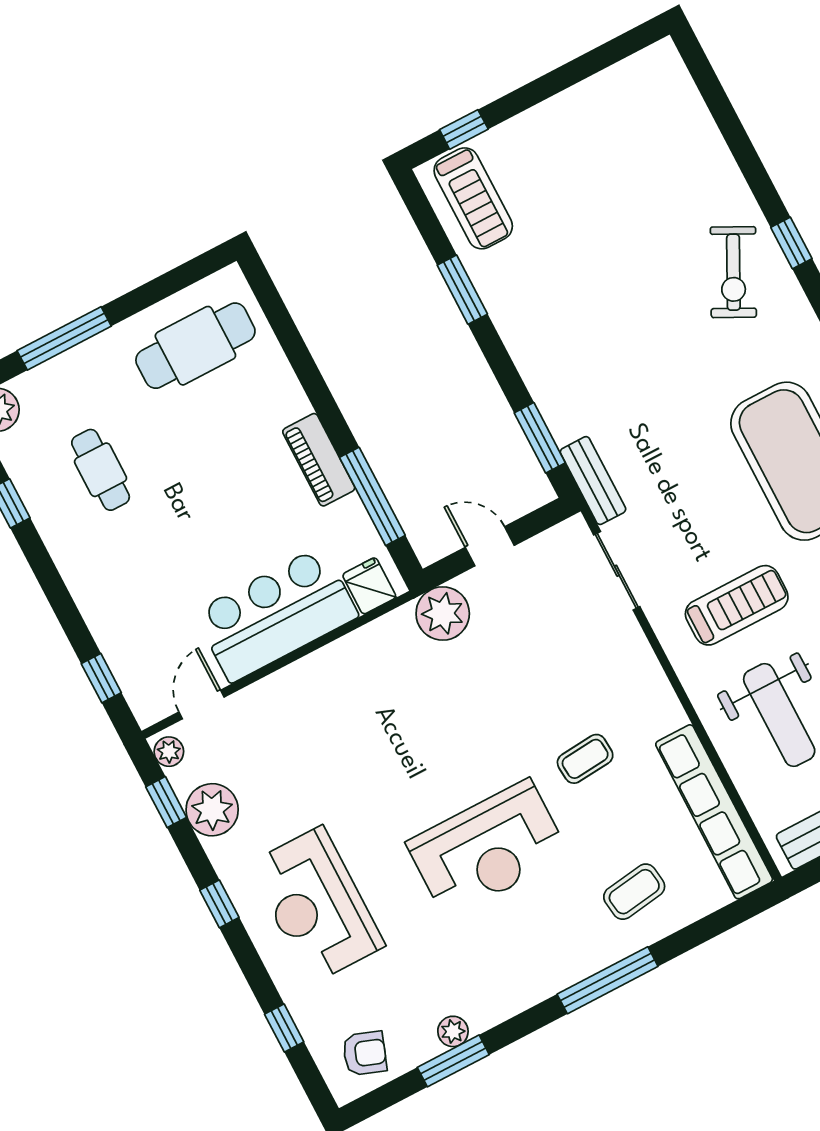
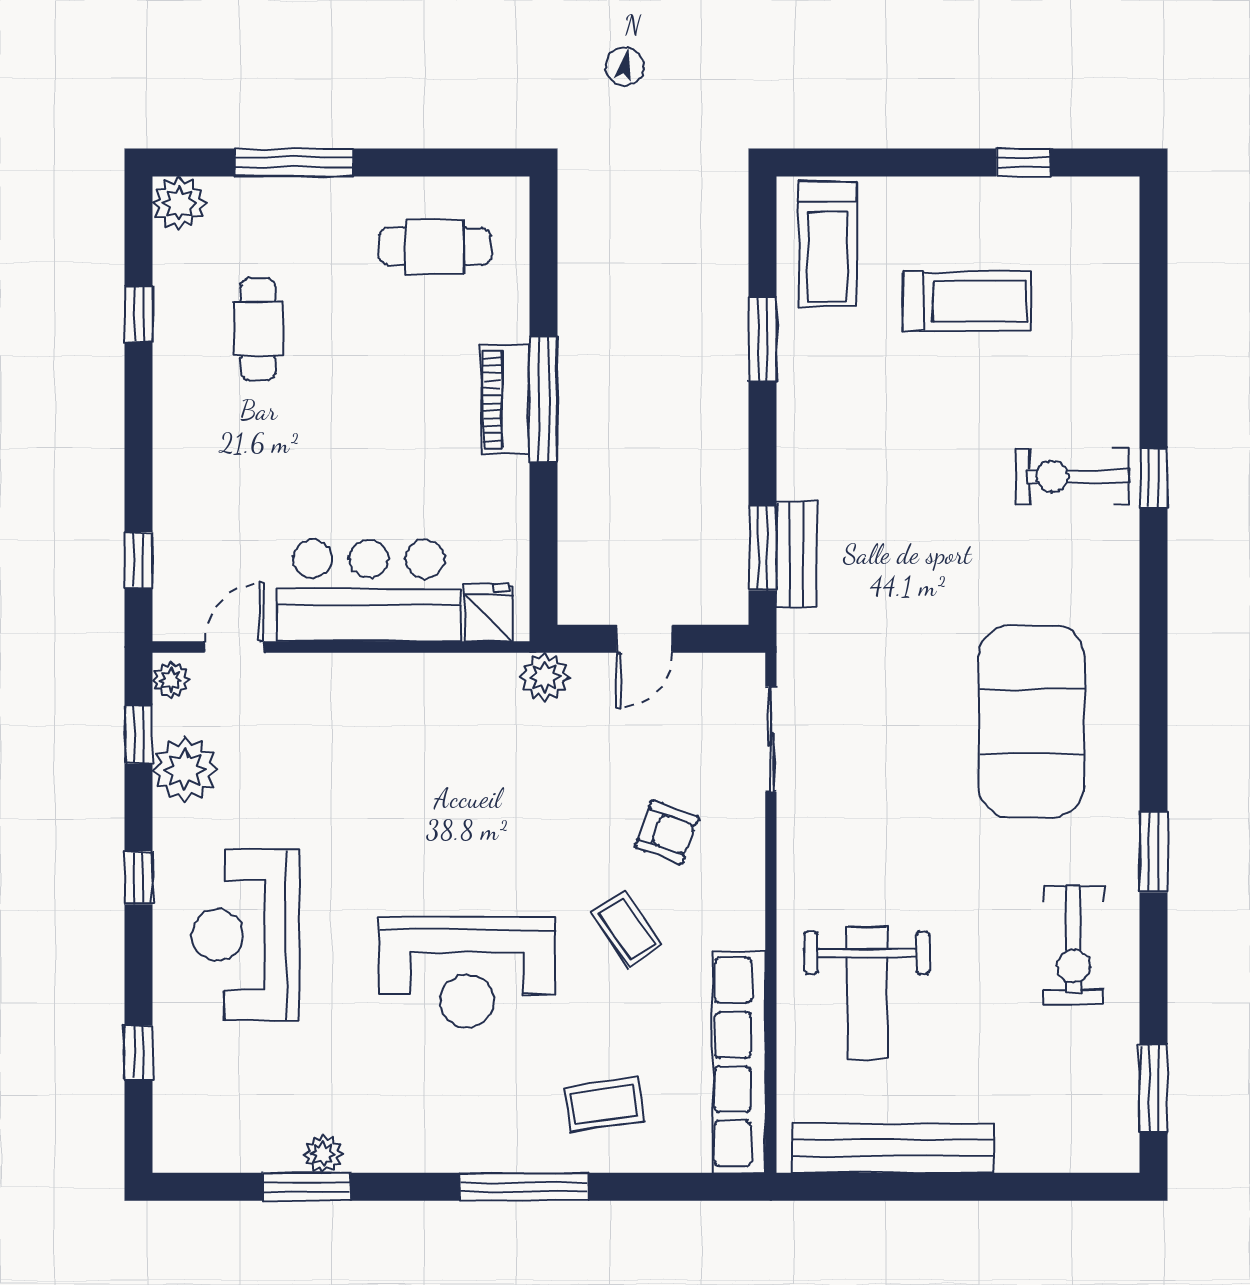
window: (464, 129) -> (1024, 163), moved
exercise bike: (733, 272) -> (1073, 476), turned 63
cafe table: (195, 346) -> (435, 247), width x0.73, depth x0.74
piano: (319, 460) -> (505, 399), moved
bench: (593, 481) -> (797, 554), moved
window: (372, 496) -> (543, 400), moved
door: (490, 546) -> (644, 639), swing flipped
treadmill: (737, 605) -> (967, 301), moved
plant: (443, 614) -> (545, 677), width x0.73, depth x0.73
coffee table: (585, 759) -> (627, 929), turned 60
armchair: (365, 1053) -> (667, 832), moved

